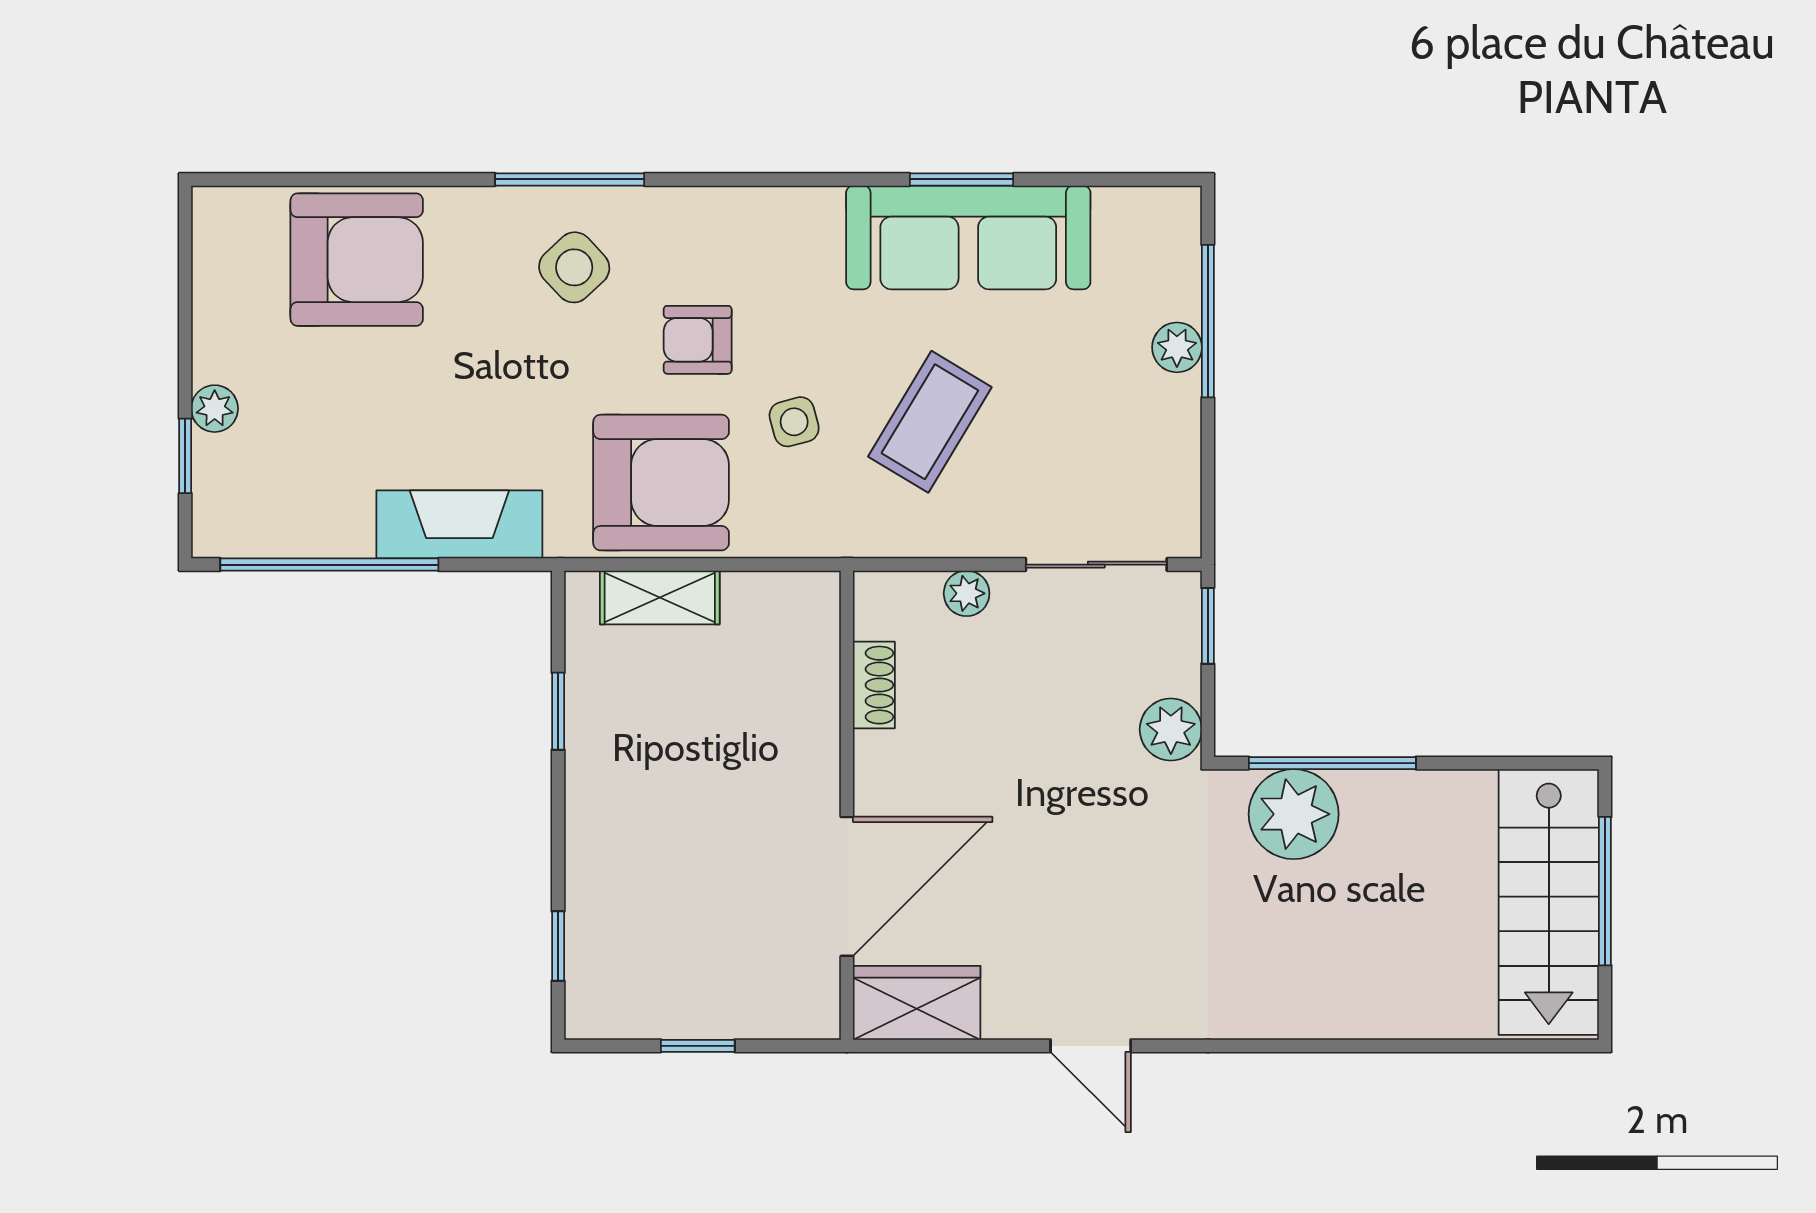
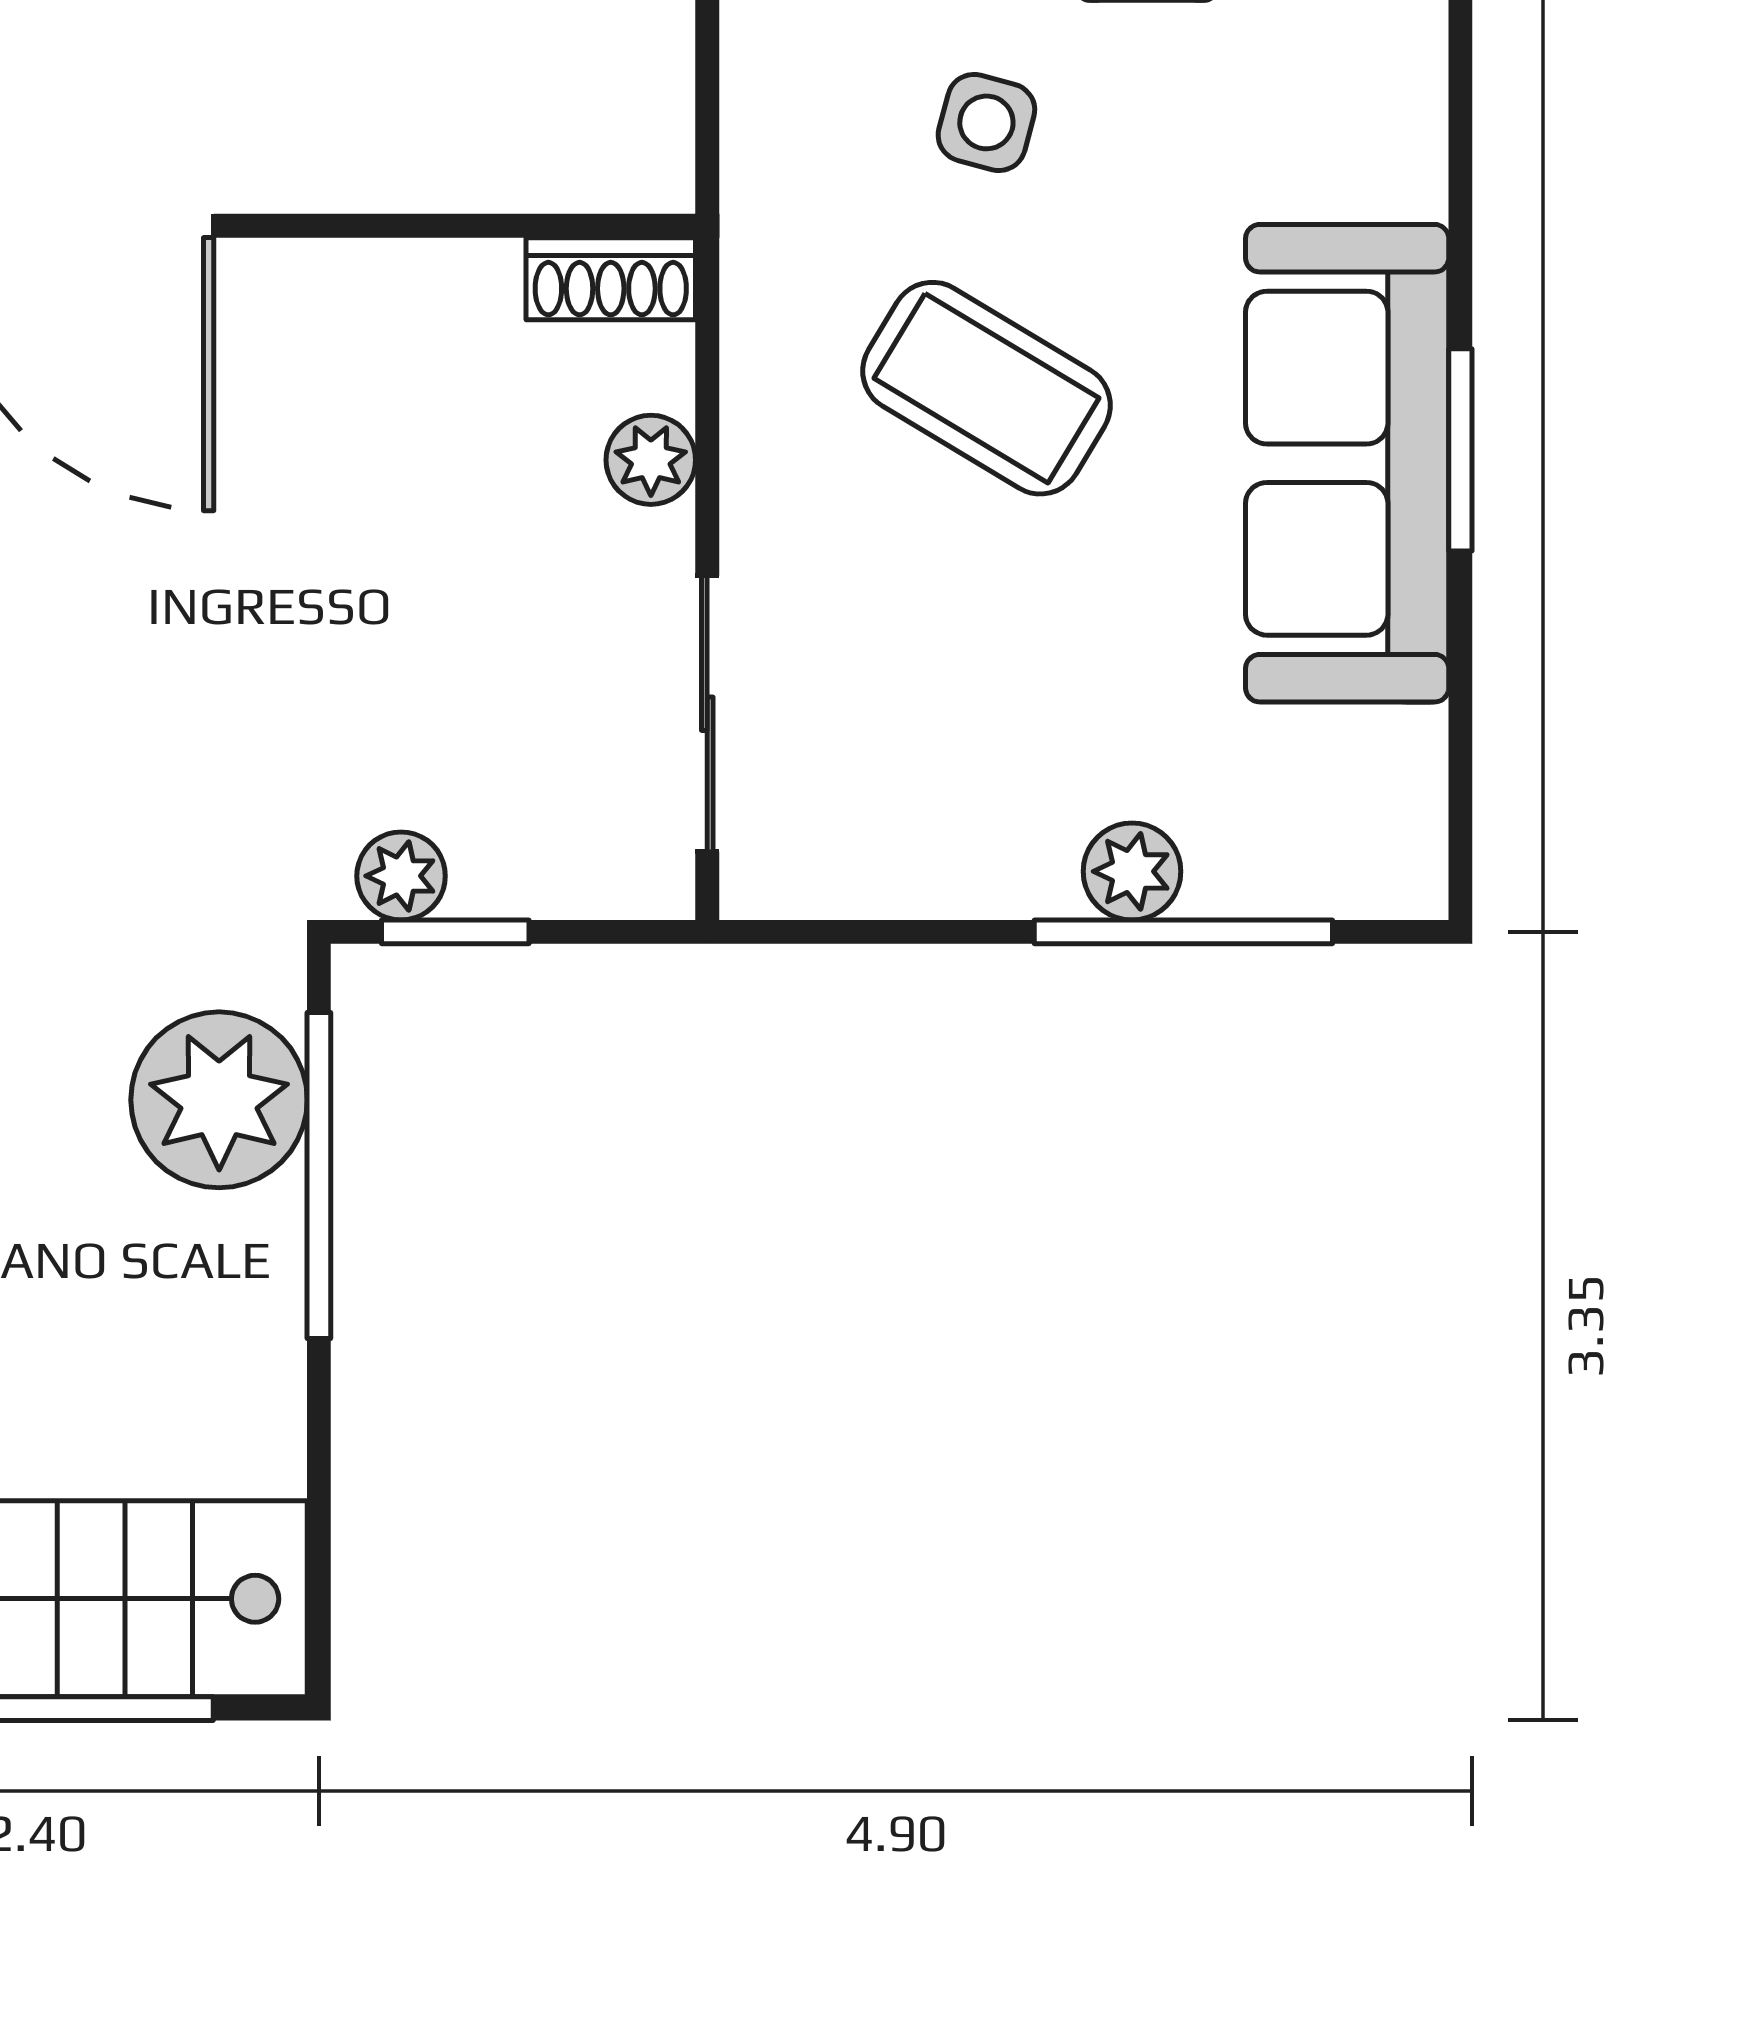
side table: (794, 422) -> (986, 122), turned 30
window: (1208, 626) -> (455, 932), moved
shoe rack: (874, 685) -> (611, 279), moved
plant: (1171, 729) -> (401, 876), width x0.73, depth x0.73

